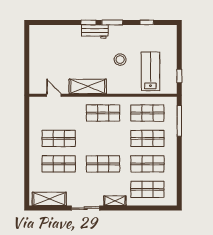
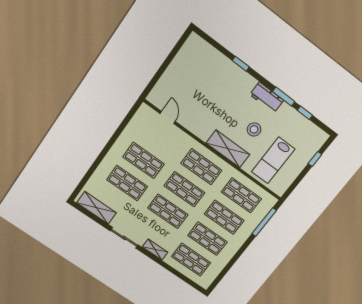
window: (88, 22) -> (241, 64), moved
window: (112, 22) -> (284, 97), moved
workbench: (95, 32) -> (267, 98), moved
lab bench: (150, 71) -> (273, 160), turned 180
window: (179, 76) -> (315, 159), moved
shelving: (88, 86) -> (228, 149), moved
shop shelf: (103, 138) -> (184, 189), added

